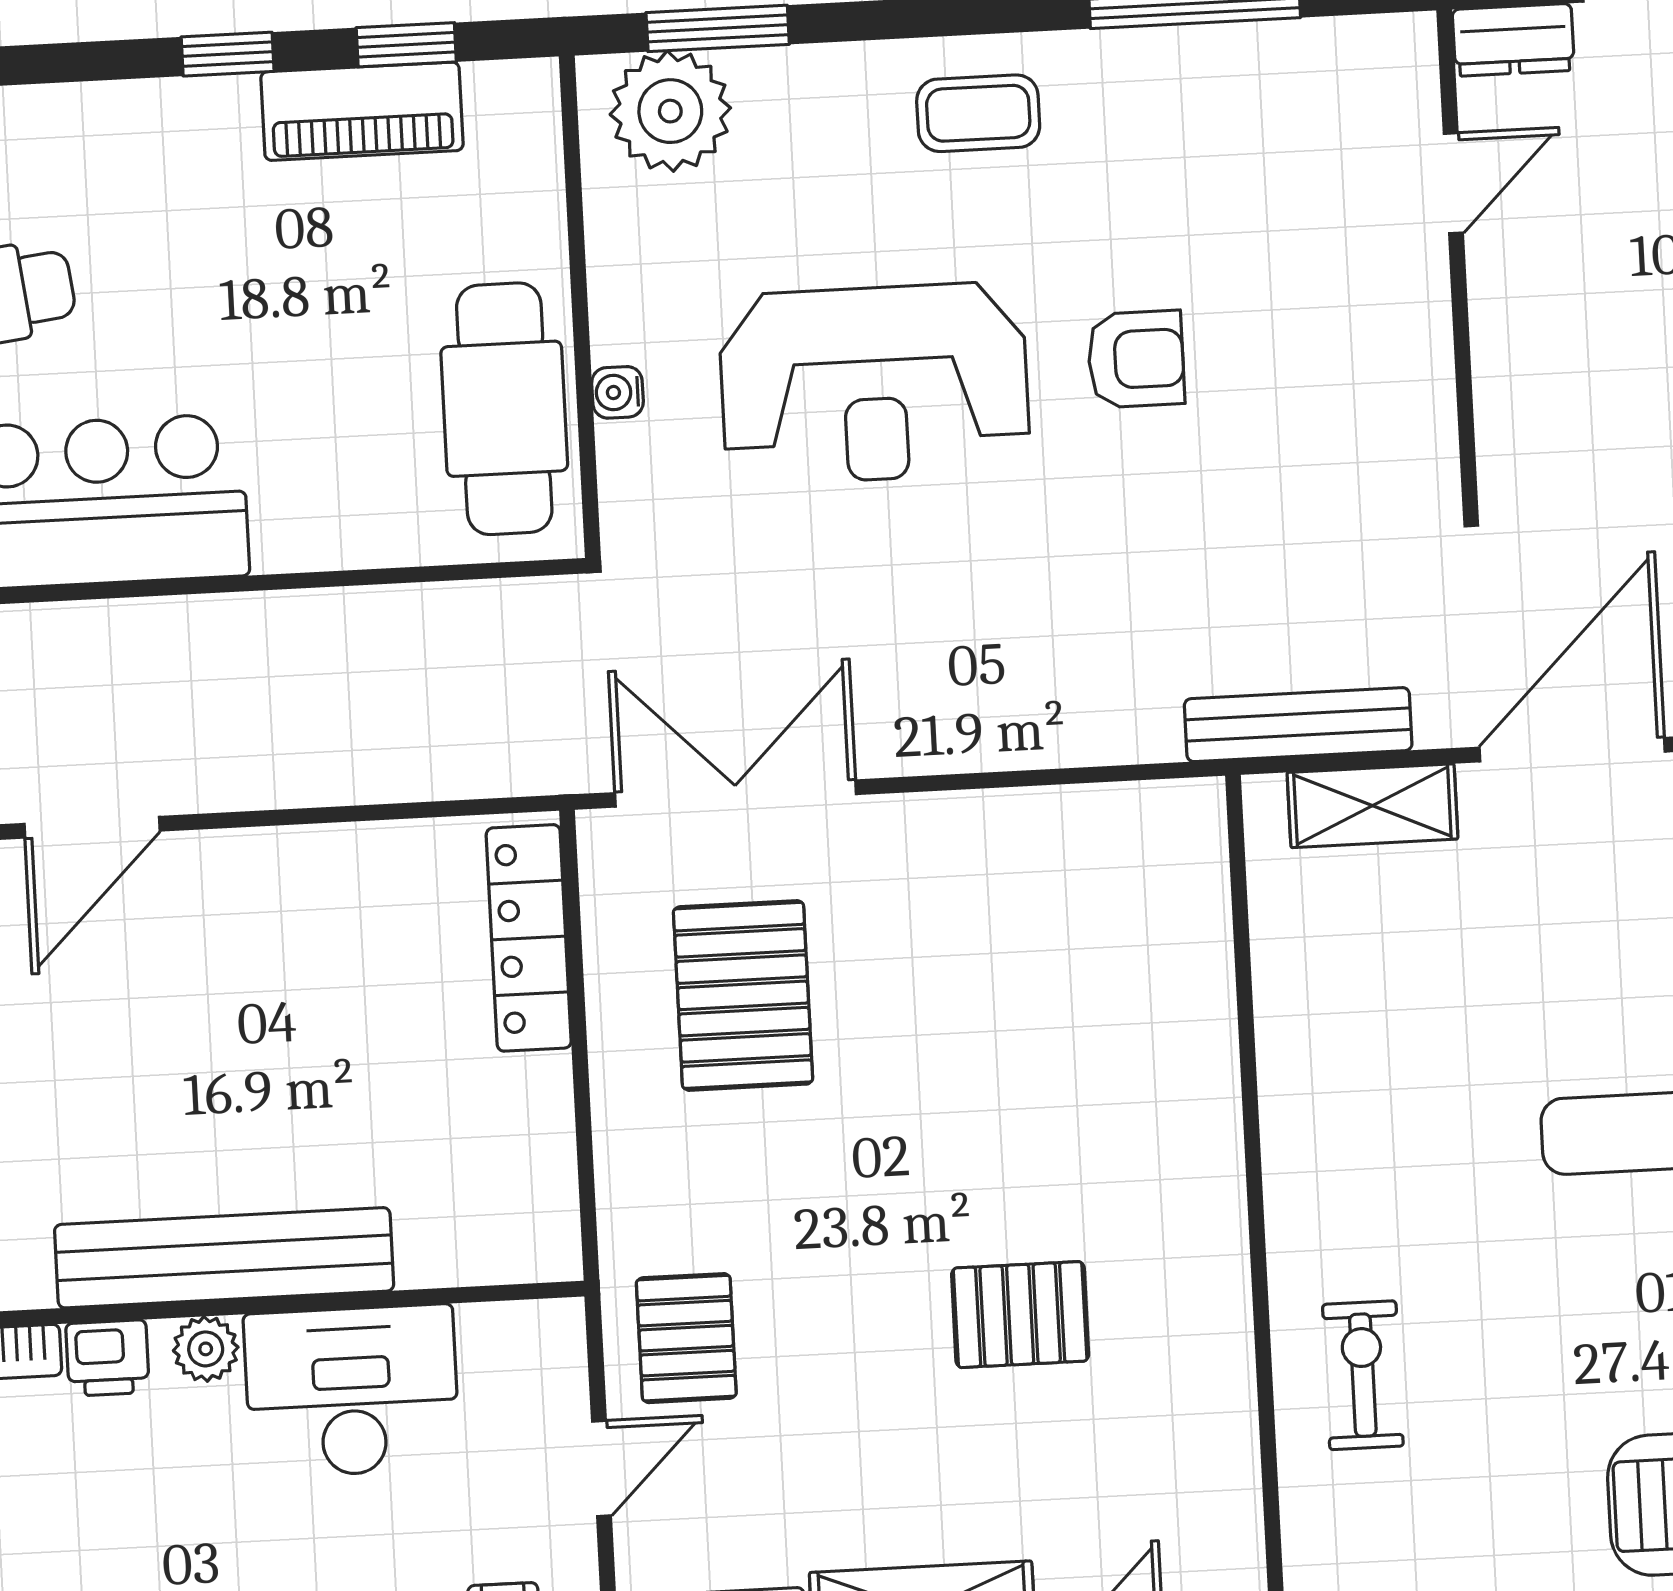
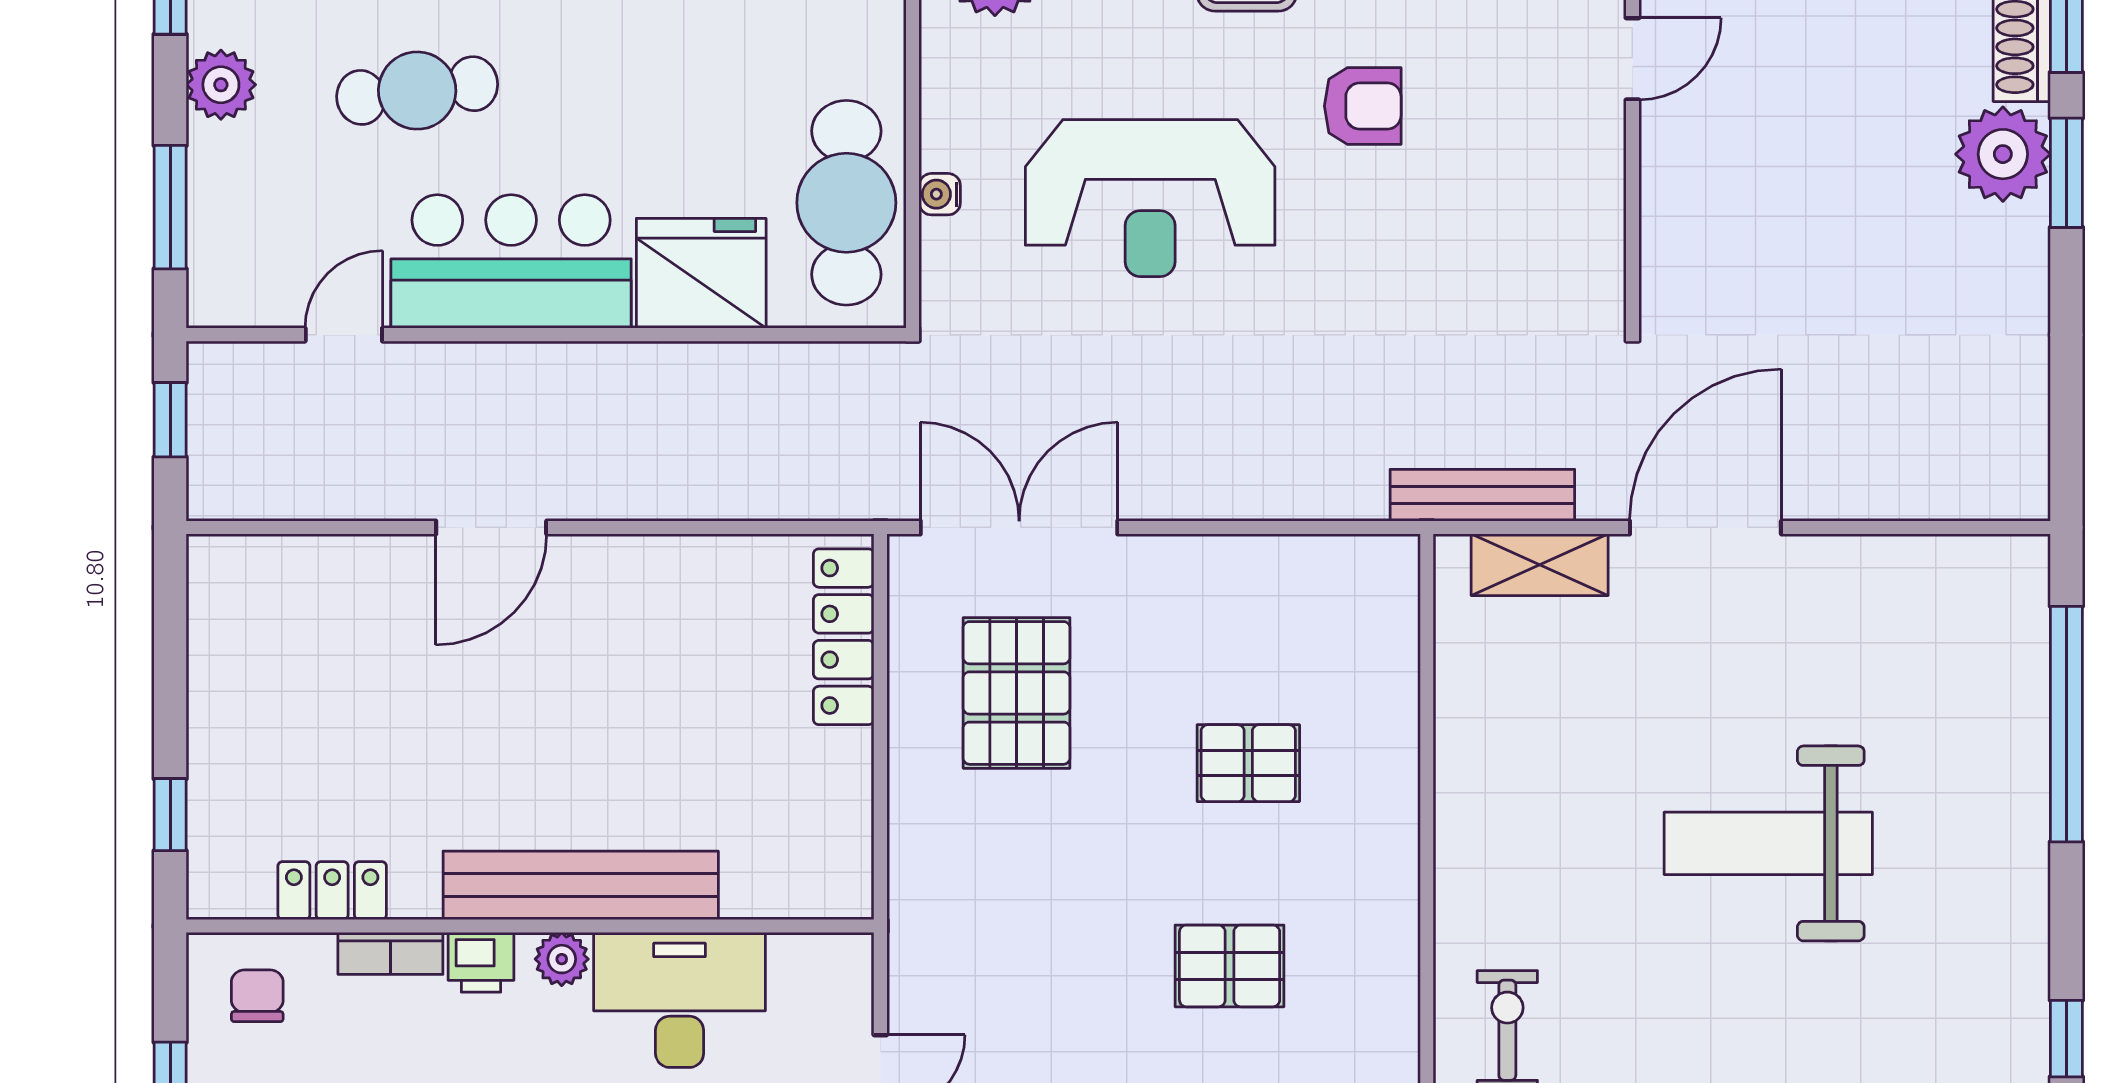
armchair: (1136, 359) -> (1363, 106), moved
fridge: (332, 504) -> (701, 273), added
pallet: (686, 1338) -> (1248, 763), moved, turned 90

